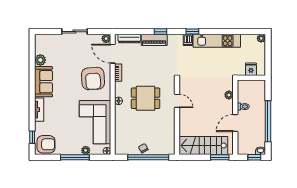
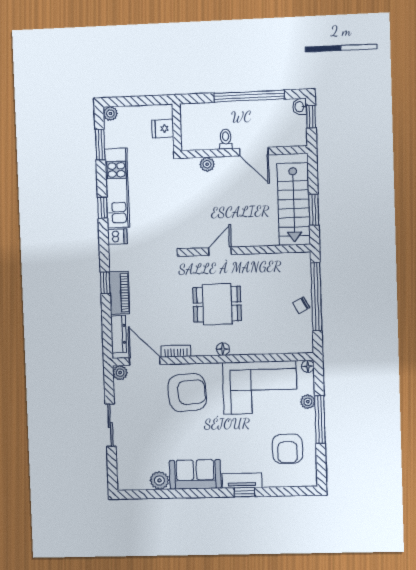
window: (192, 32) -> (102, 208), moved
window: (243, 32) -> (100, 145), added
door: (113, 54) -> (145, 361), swing flipped
dining table: (146, 98) -> (217, 304), turned 90
window: (32, 137) -> (244, 492), moved
armchair: (46, 144) -> (288, 449), moved, turned 180
window: (220, 157) -> (314, 210), moved

